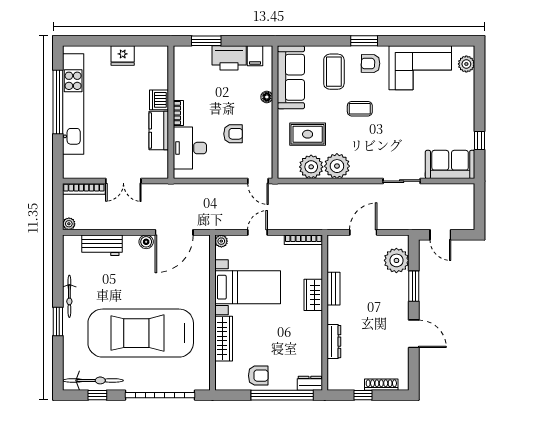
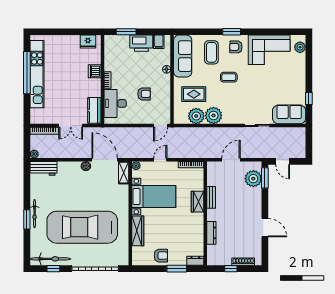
fridge: (123, 55) -> (88, 42), moved
kitchen counter: (159, 131) -> (94, 110), moved
door: (258, 181) -> (161, 126), hinge flipped
door: (174, 232) -> (105, 160), swing flipped
workbench: (102, 245) -> (44, 168), moved
shelving: (203, 252) -> (124, 173), added
window: (414, 286) -> (265, 178), moved
bicycle: (69, 296) -> (35, 214), moved
window: (282, 395) -> (177, 269), width x0.47

